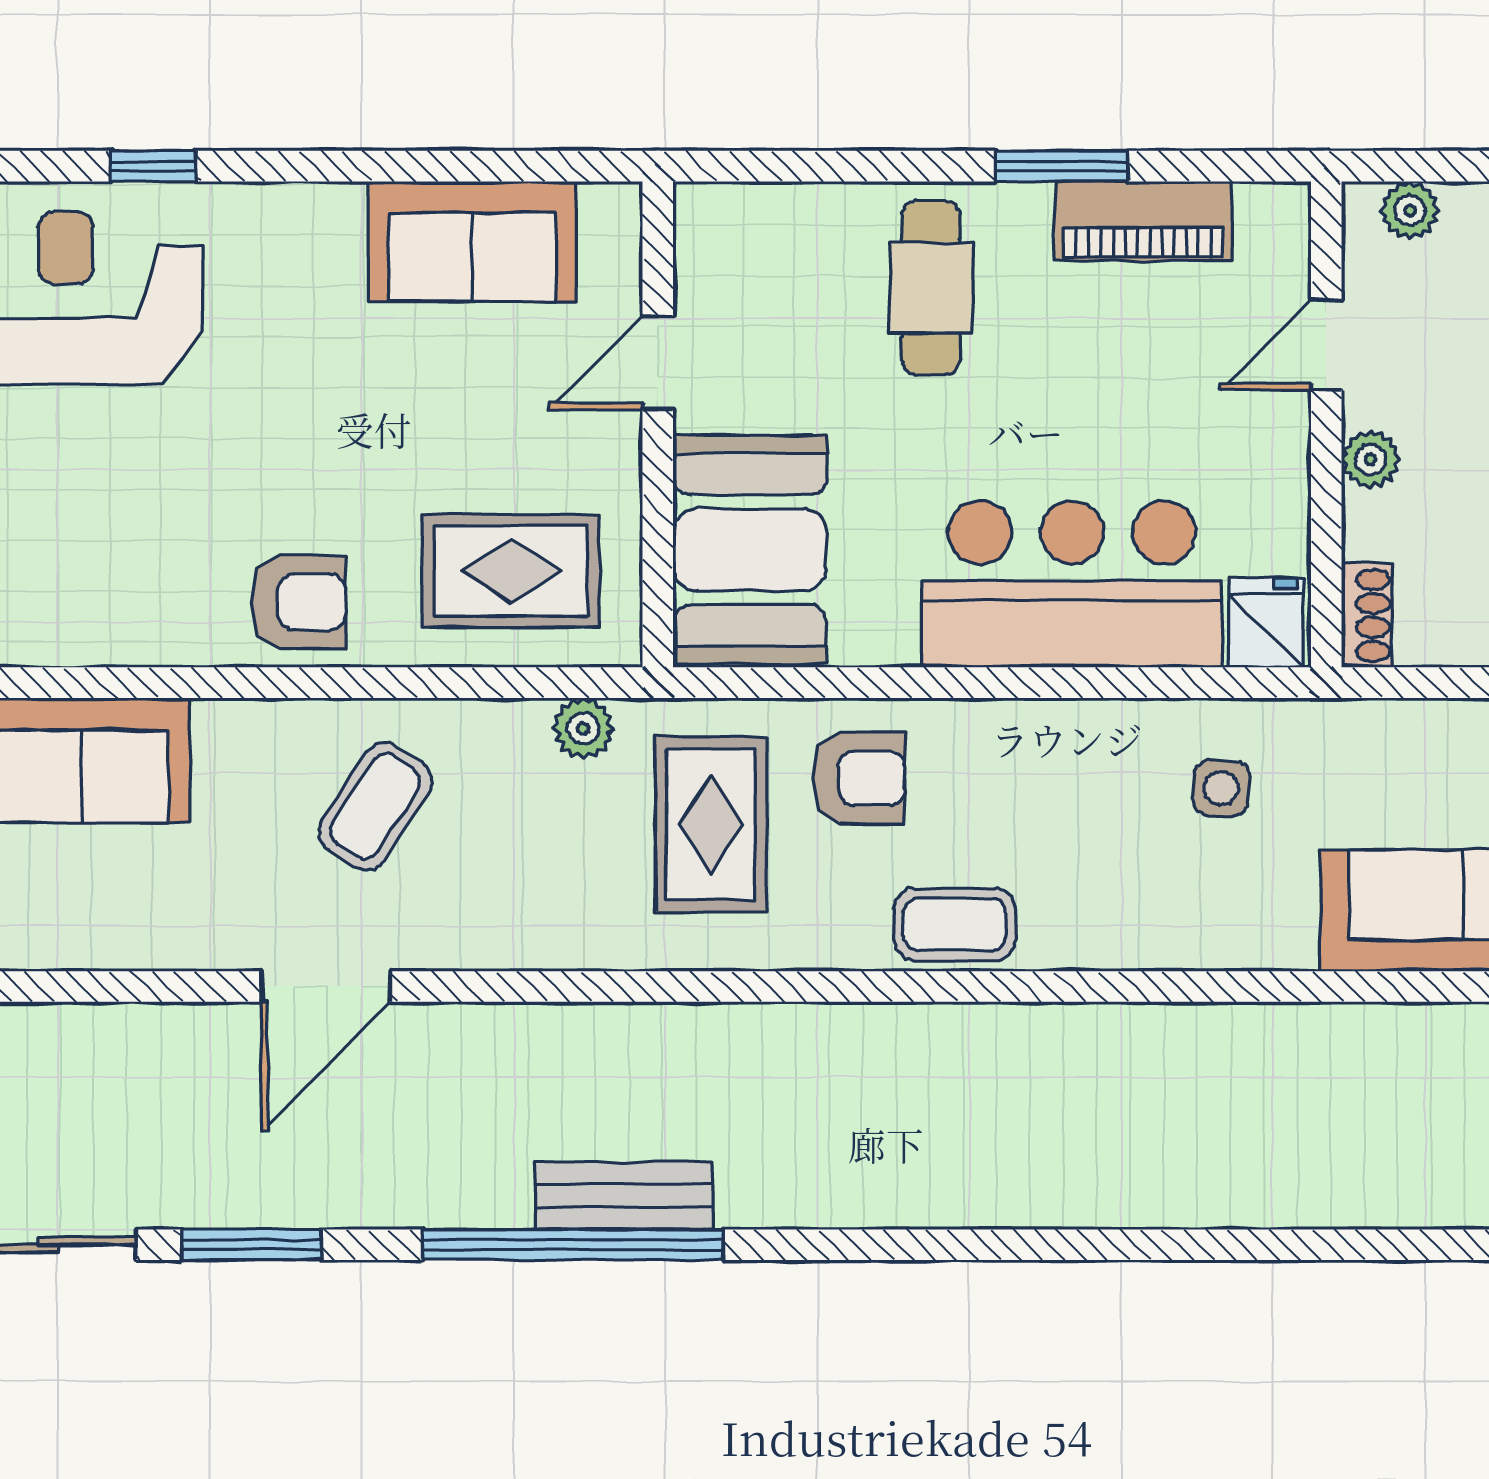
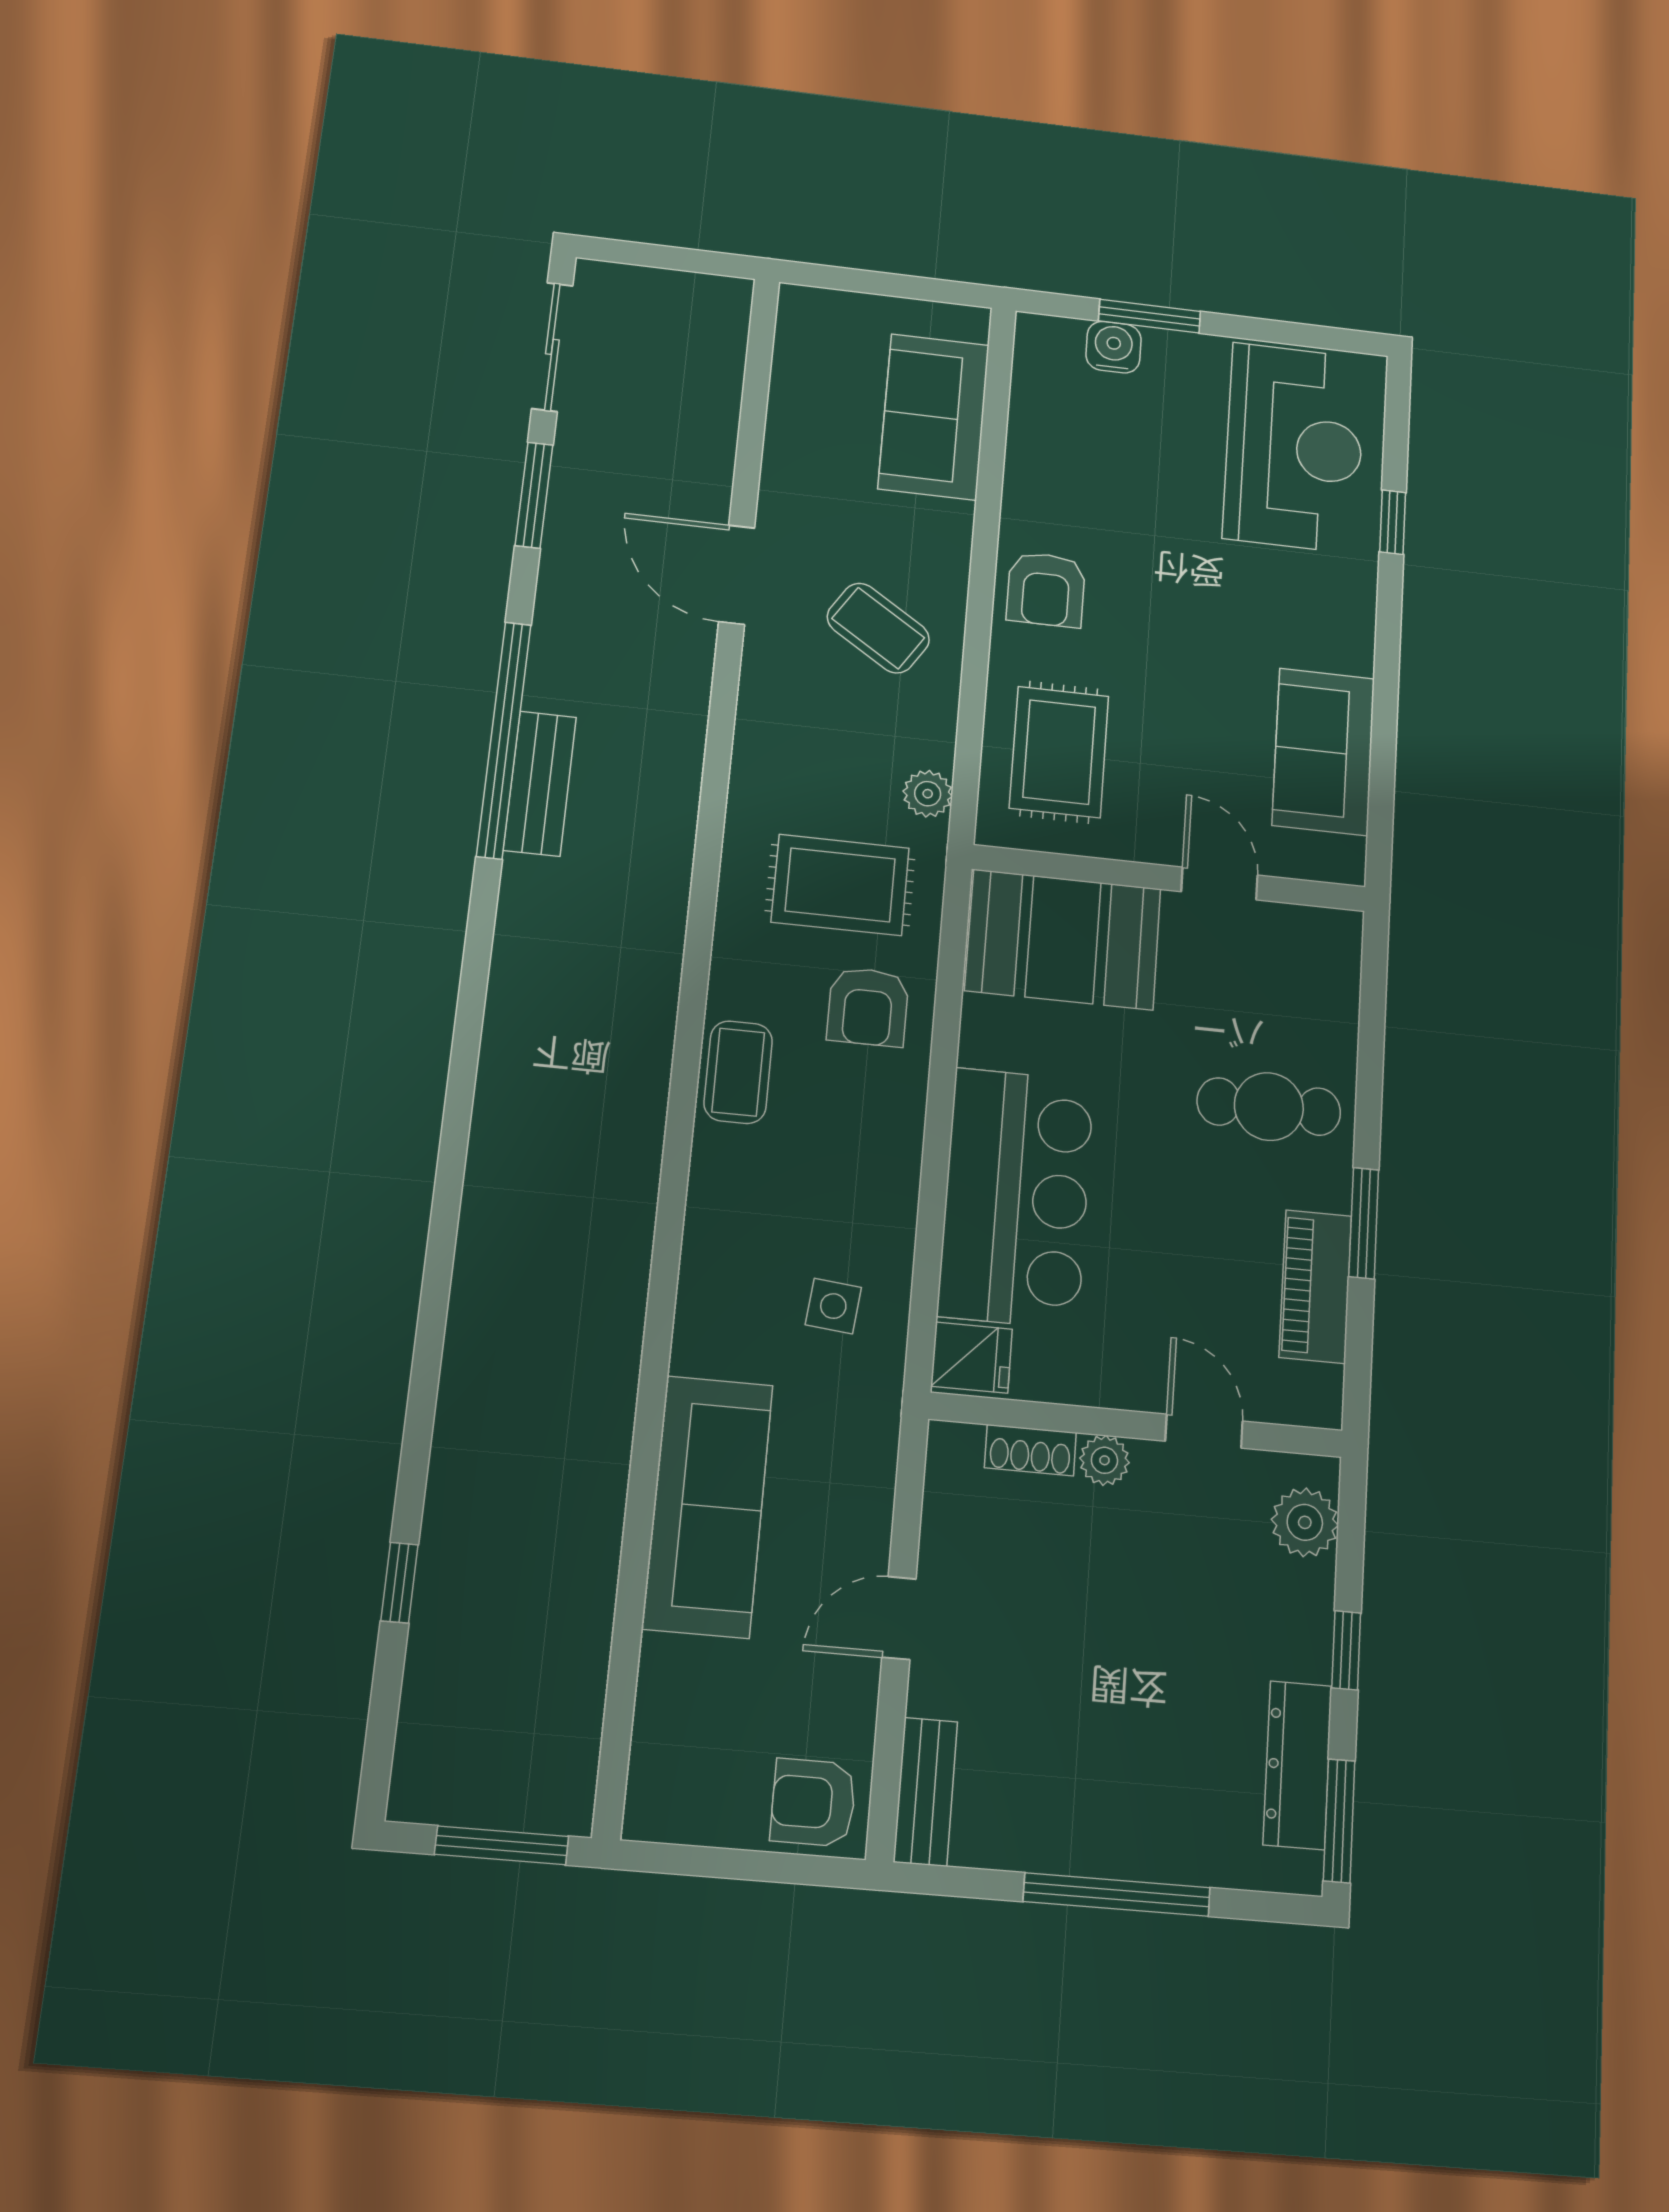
plant: (1410, 210) -> (1305, 1522), width x1.38, depth x1.38
shoe rack: (1367, 616) -> (1030, 1450), moved

